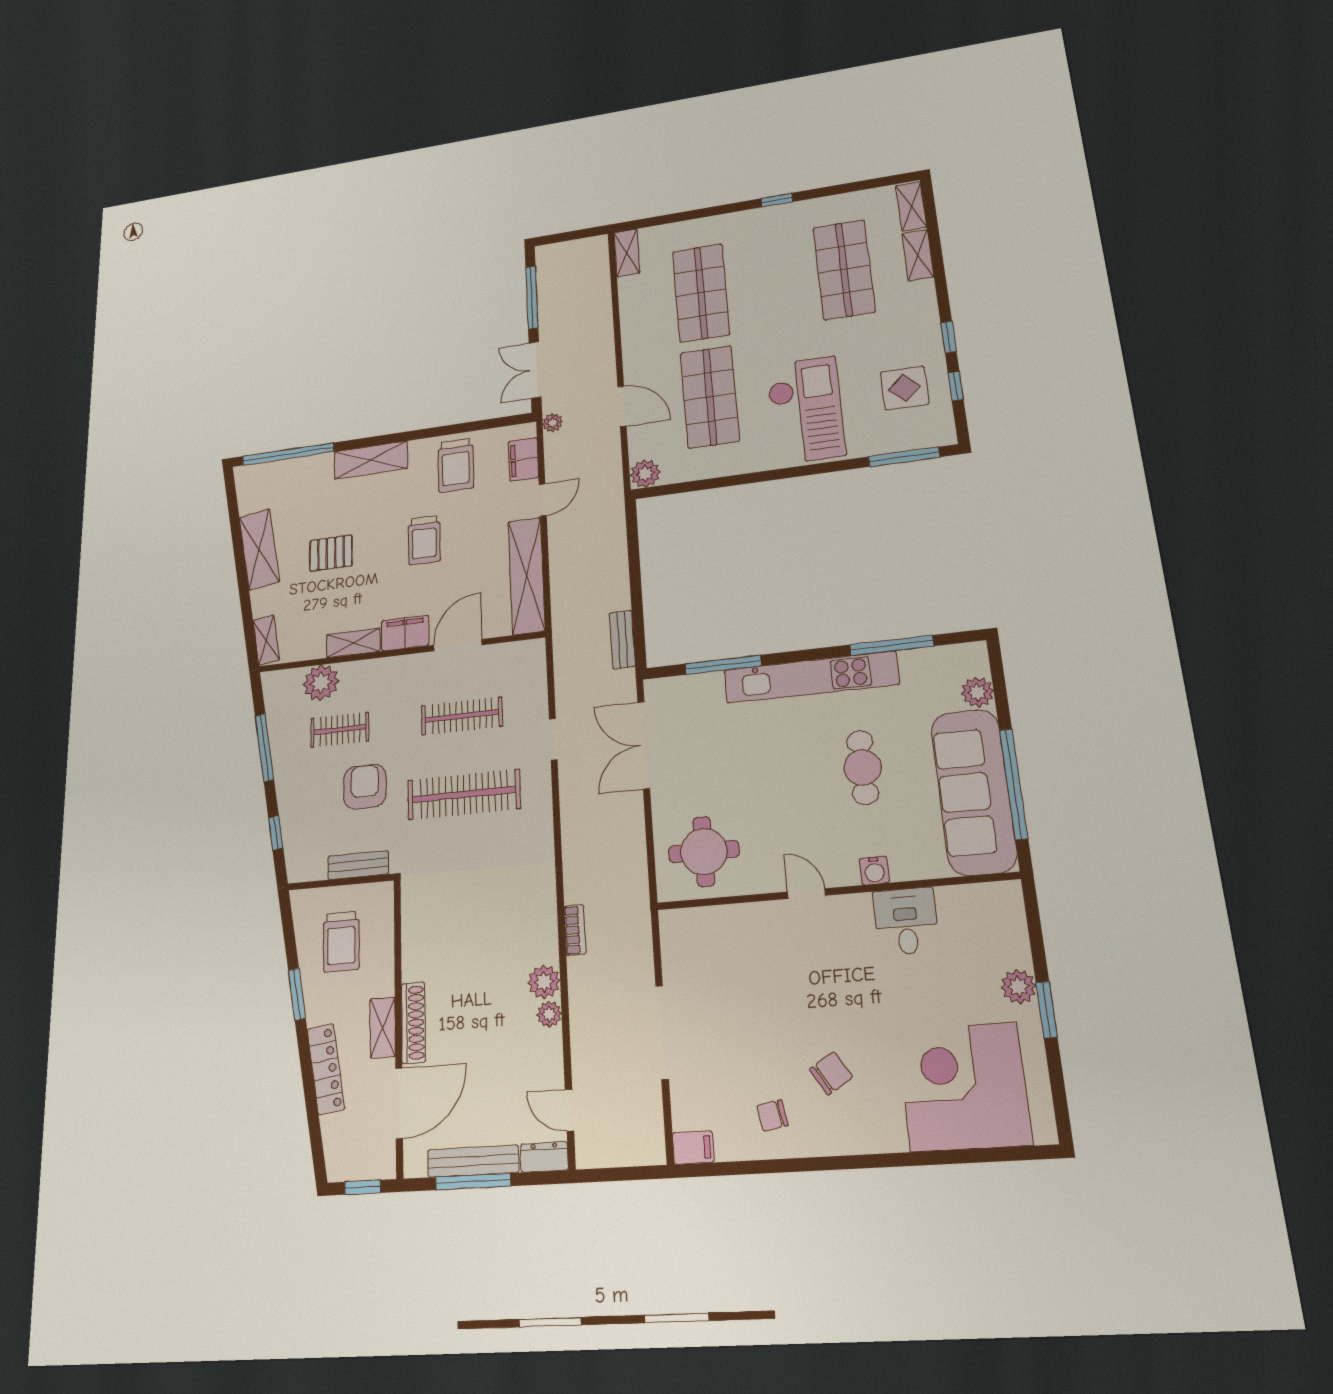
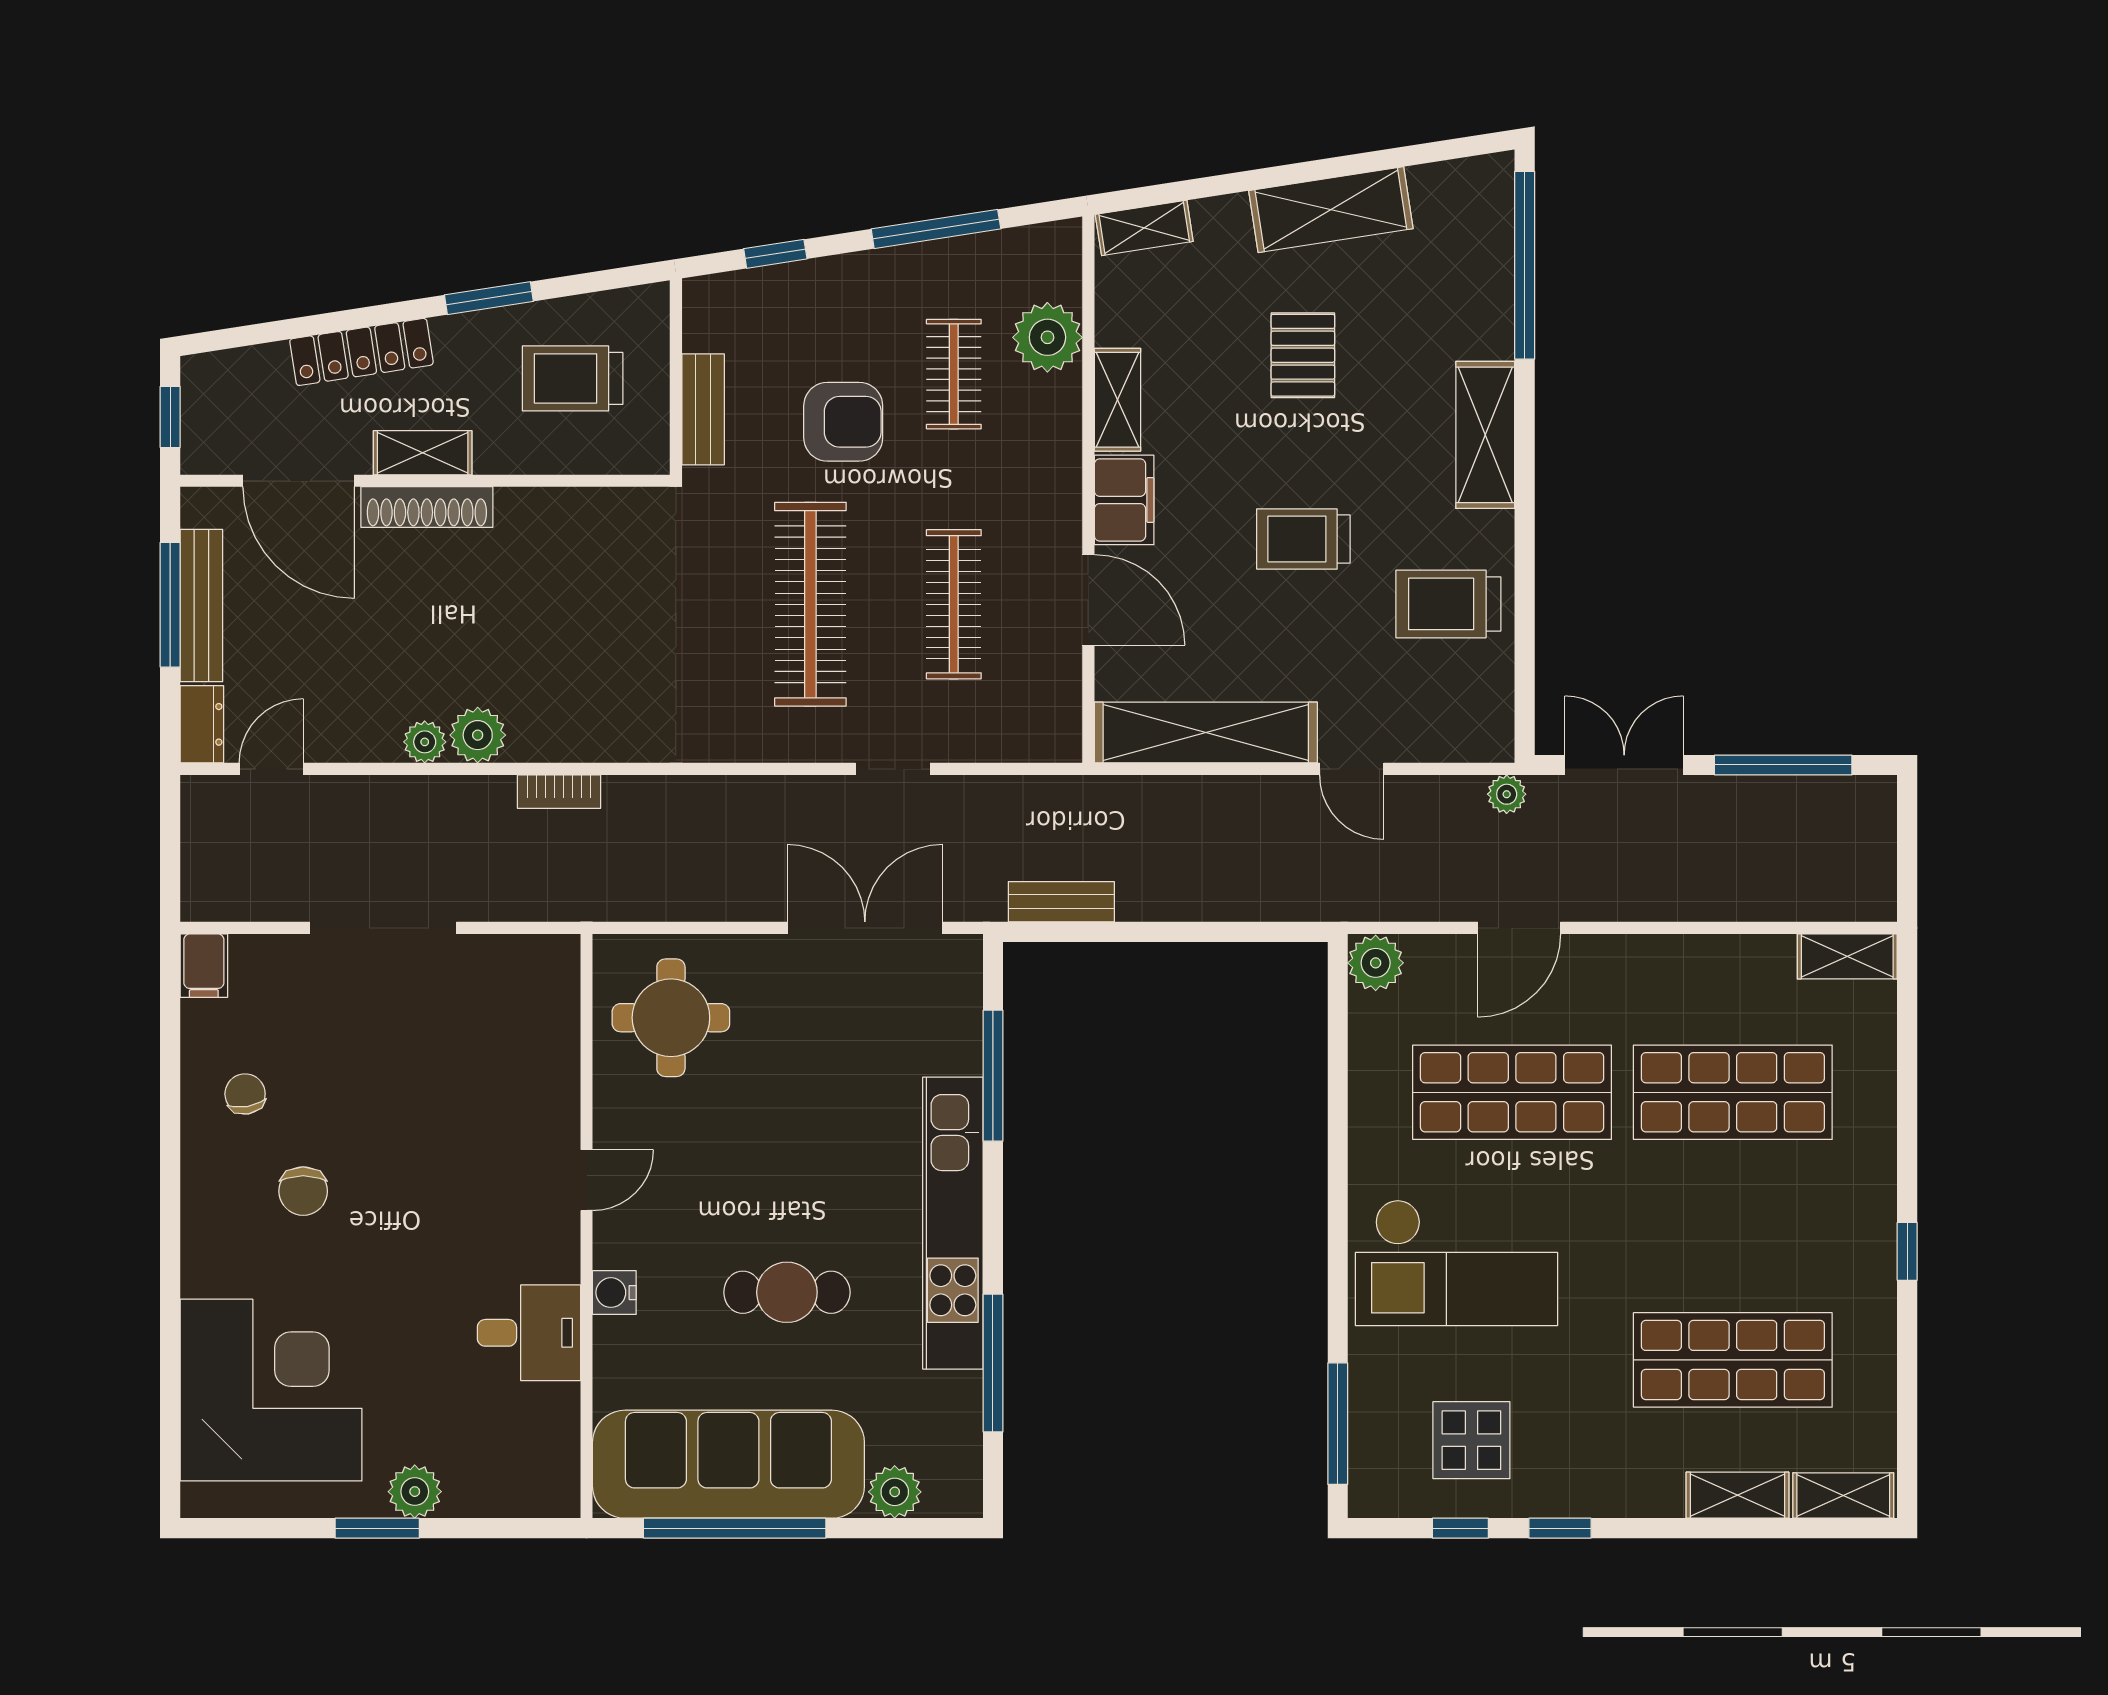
filing cabinet: (523, 459) -> (1440, 735), removed
chair: (831, 1073) -> (303, 1191), turned 32

